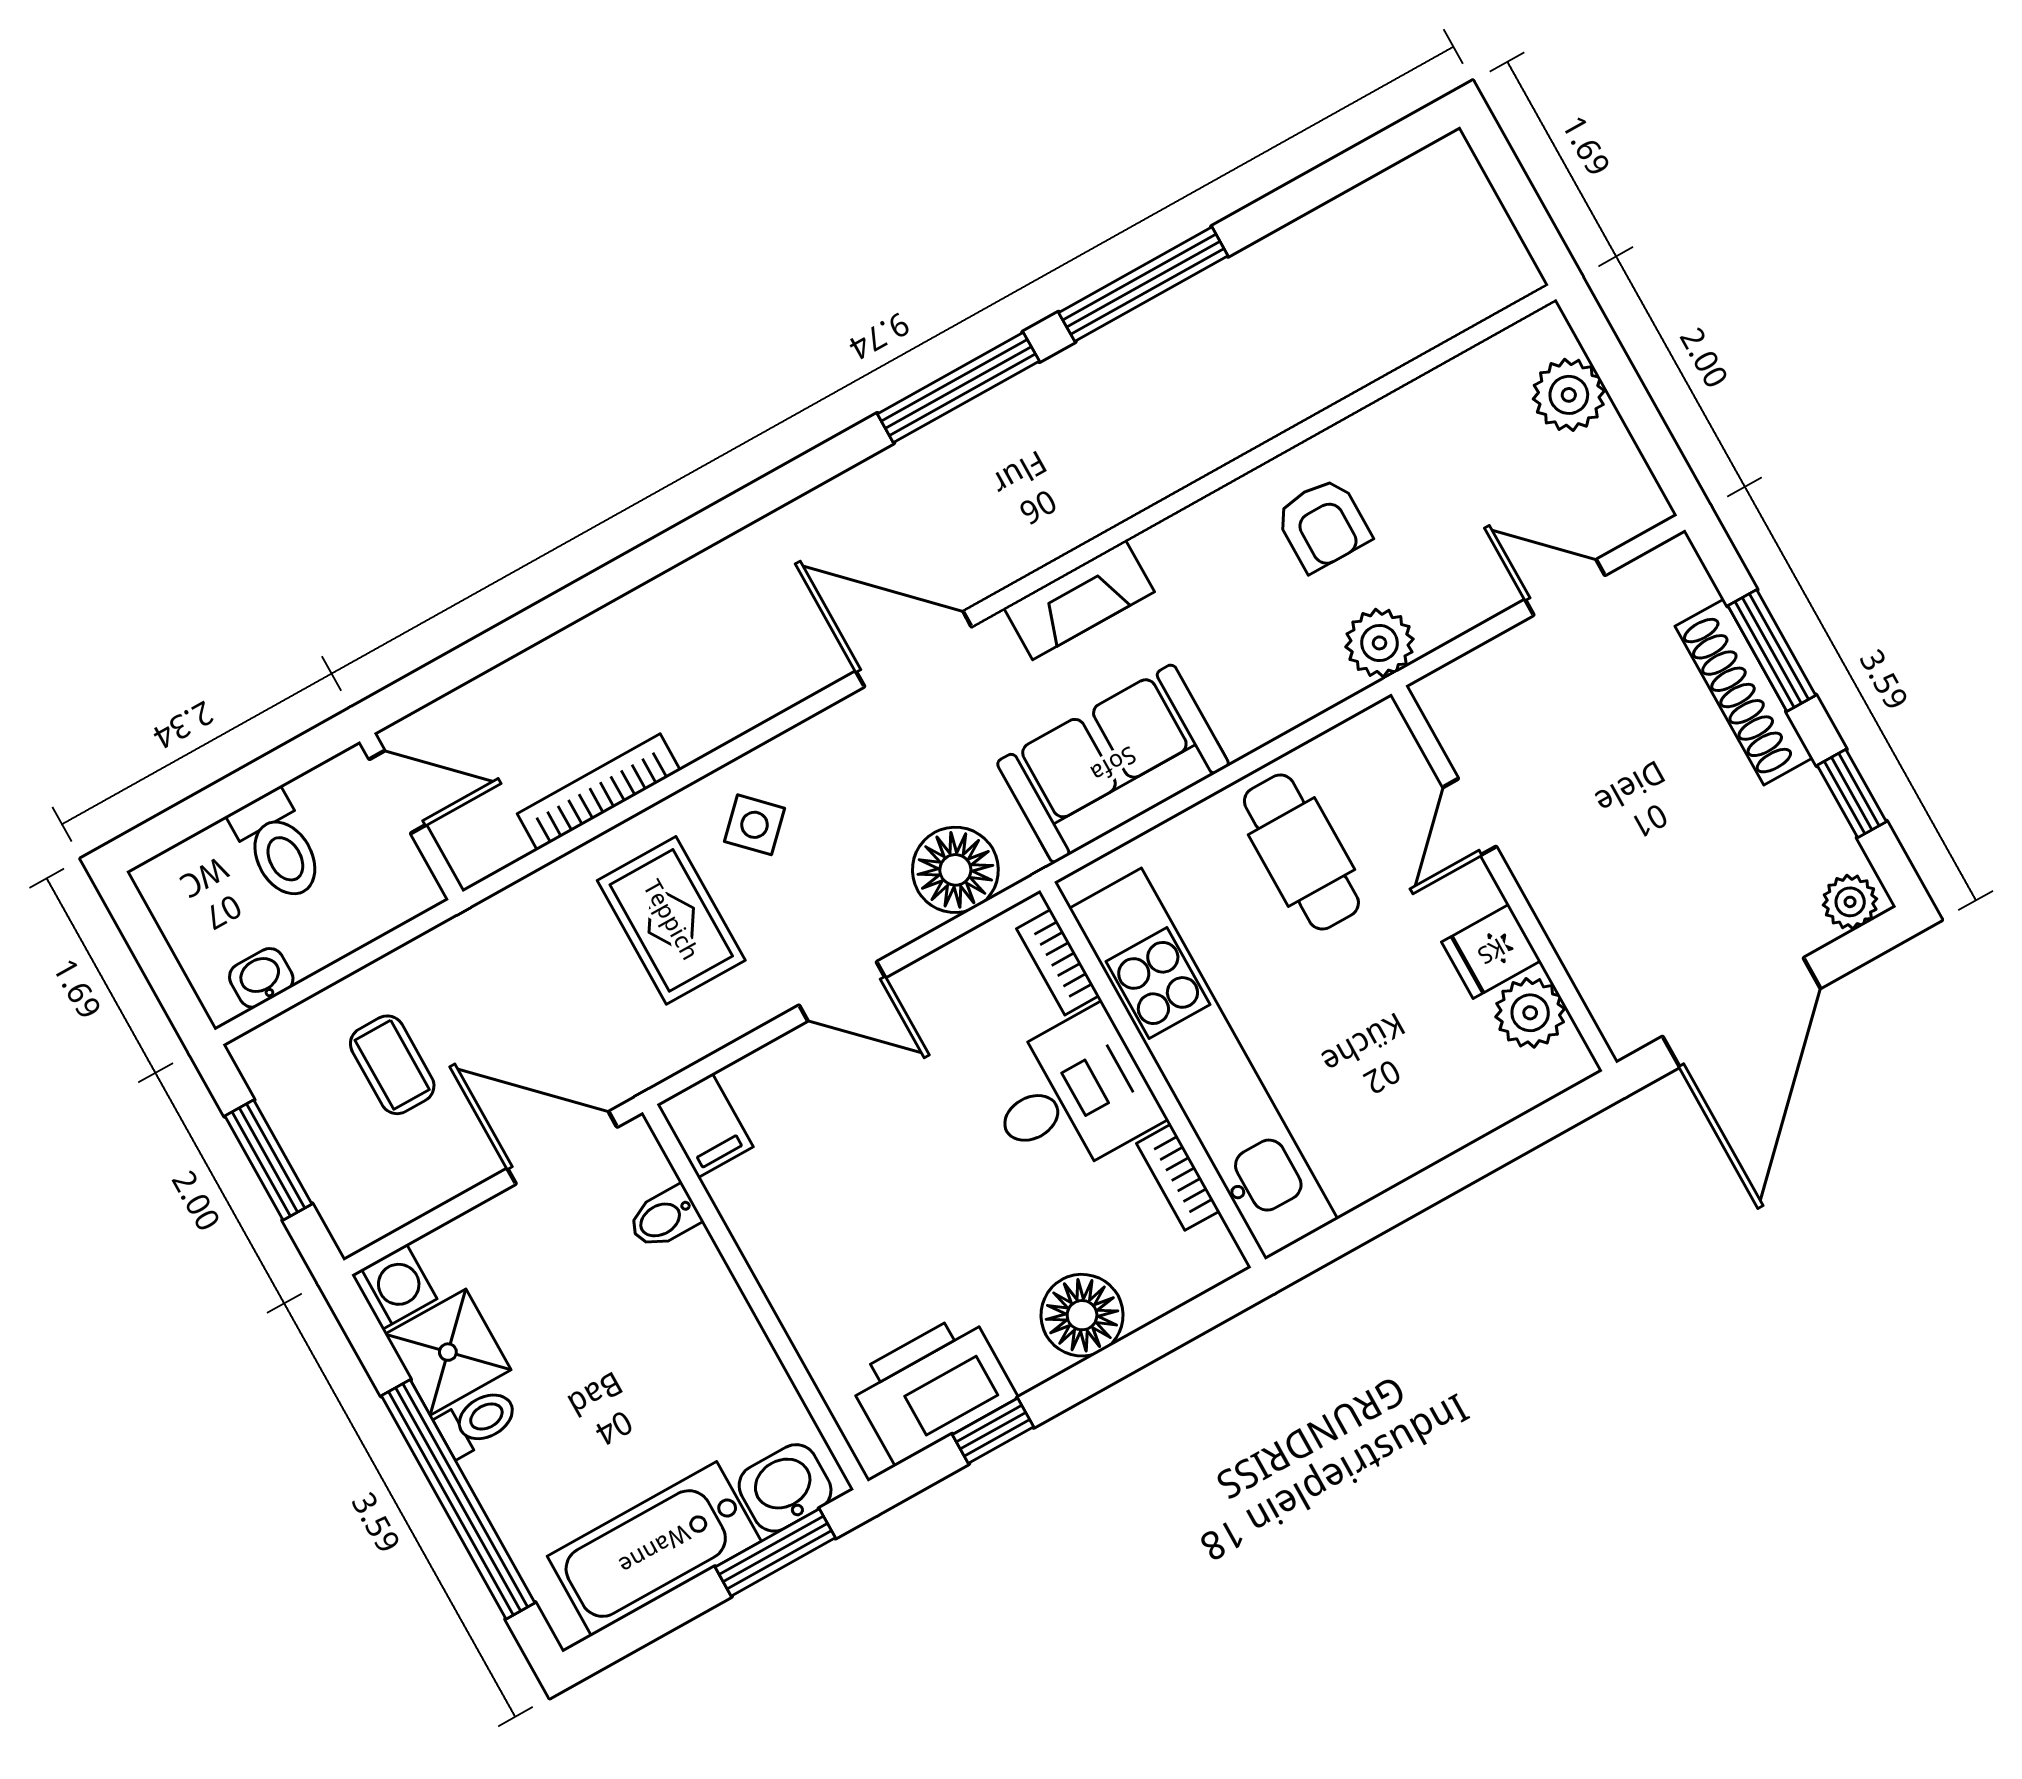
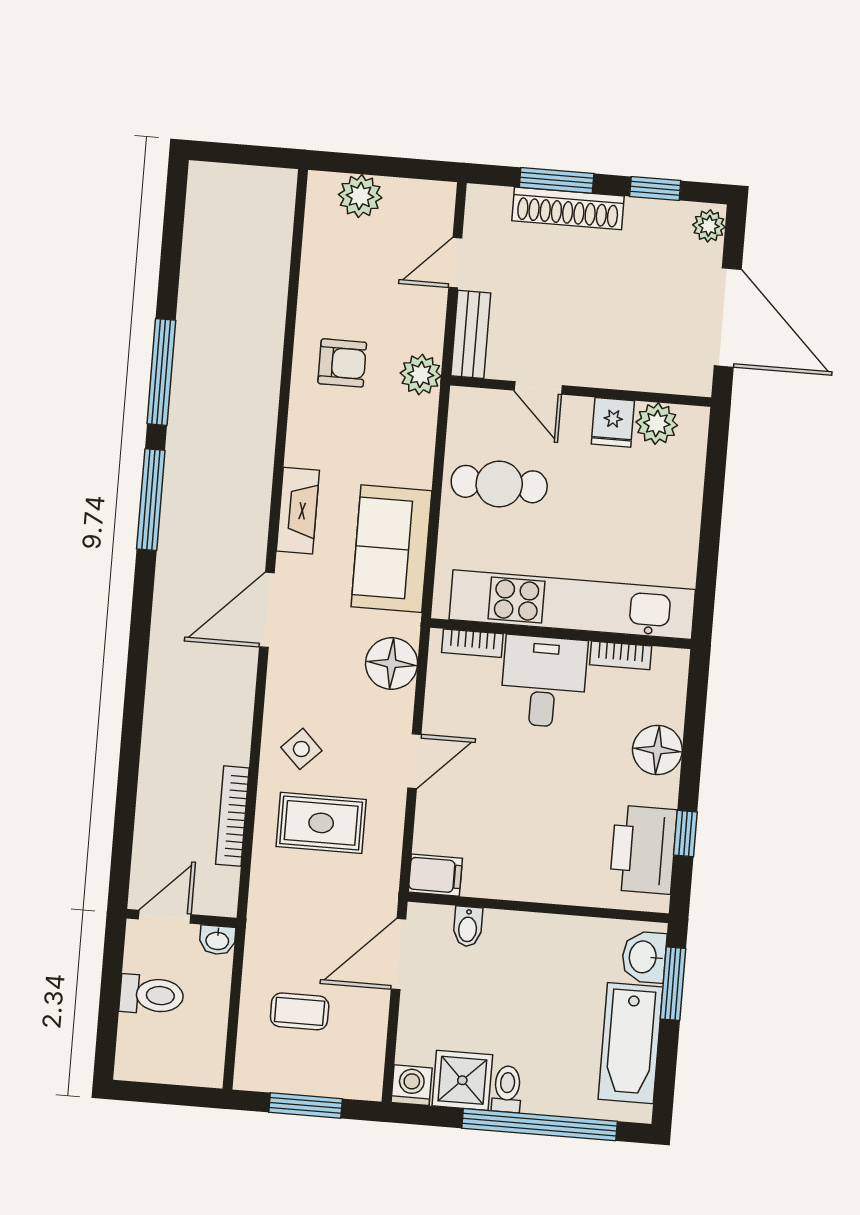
bench: (1481, 675) -> (471, 334), added
washbasin: (261, 978) -> (217, 940), moved, turned -90

